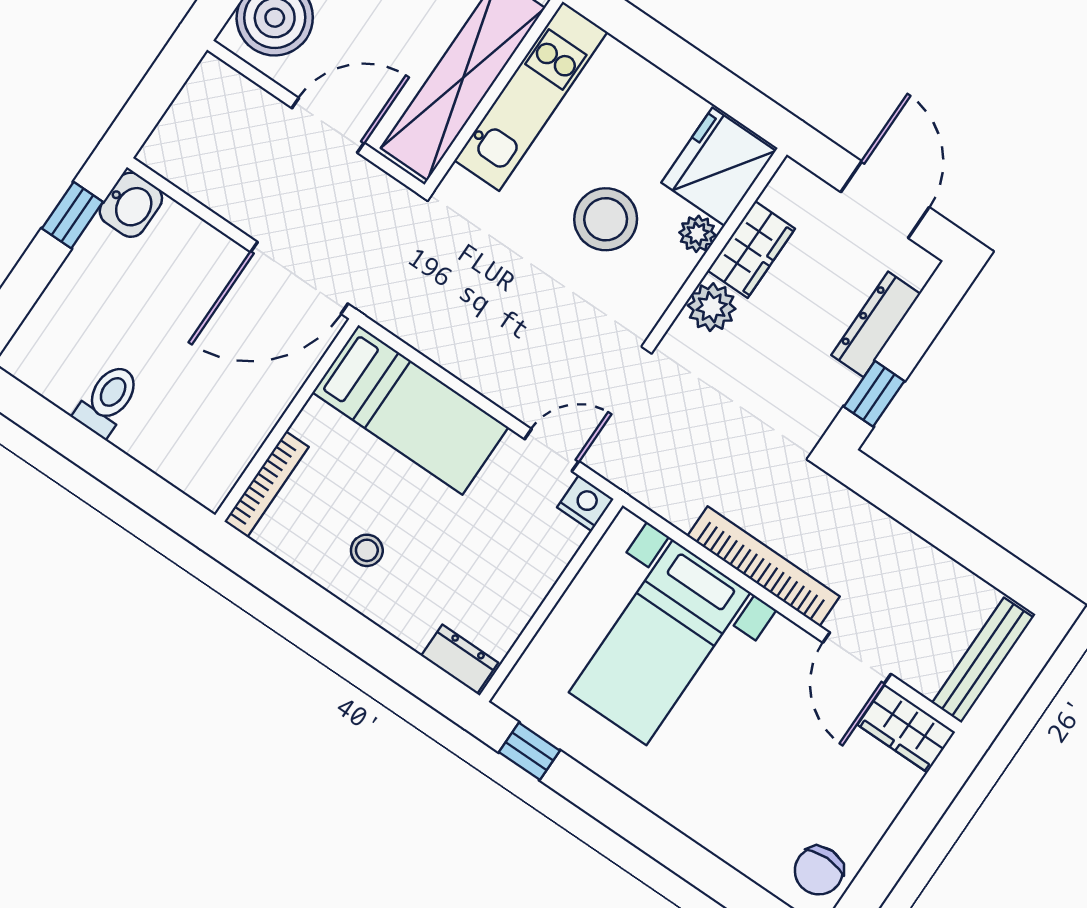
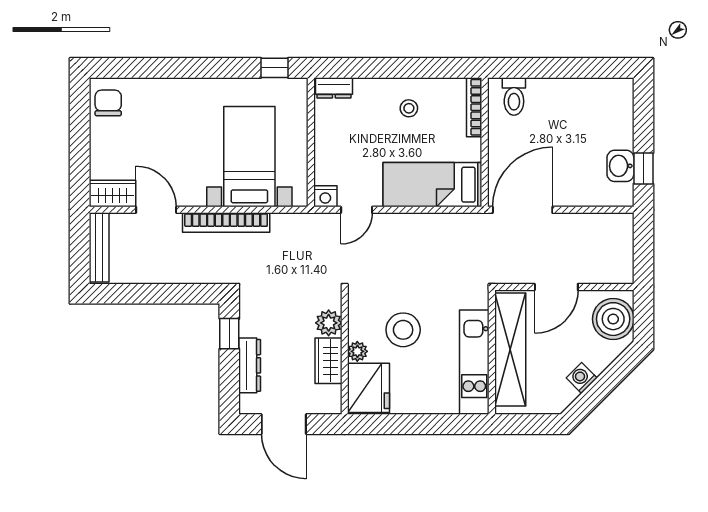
washbasin: (131, 205) -> (620, 166), moved
toilet: (108, 400) -> (514, 96), moved

